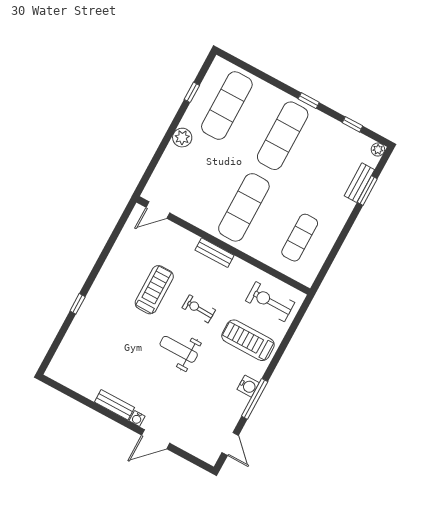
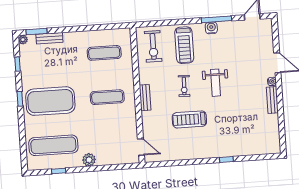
exercise mat: (283, 136) -> (50, 101), width x1.47
window: (367, 190) -> (36, 32), moved
exercise mat: (244, 207) -> (107, 97), width x0.73, depth x0.69

